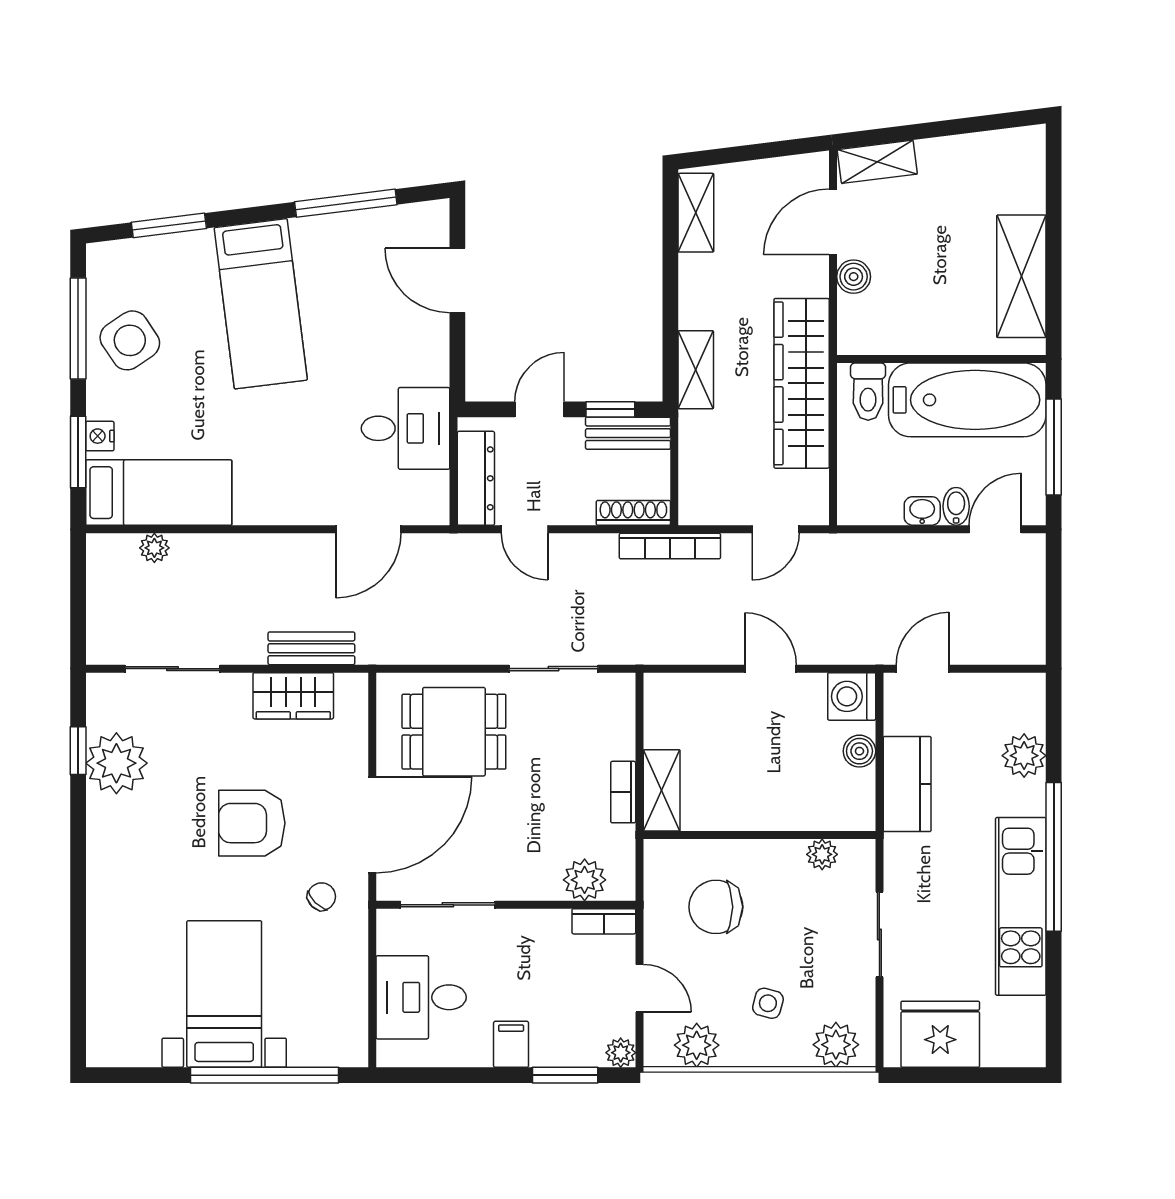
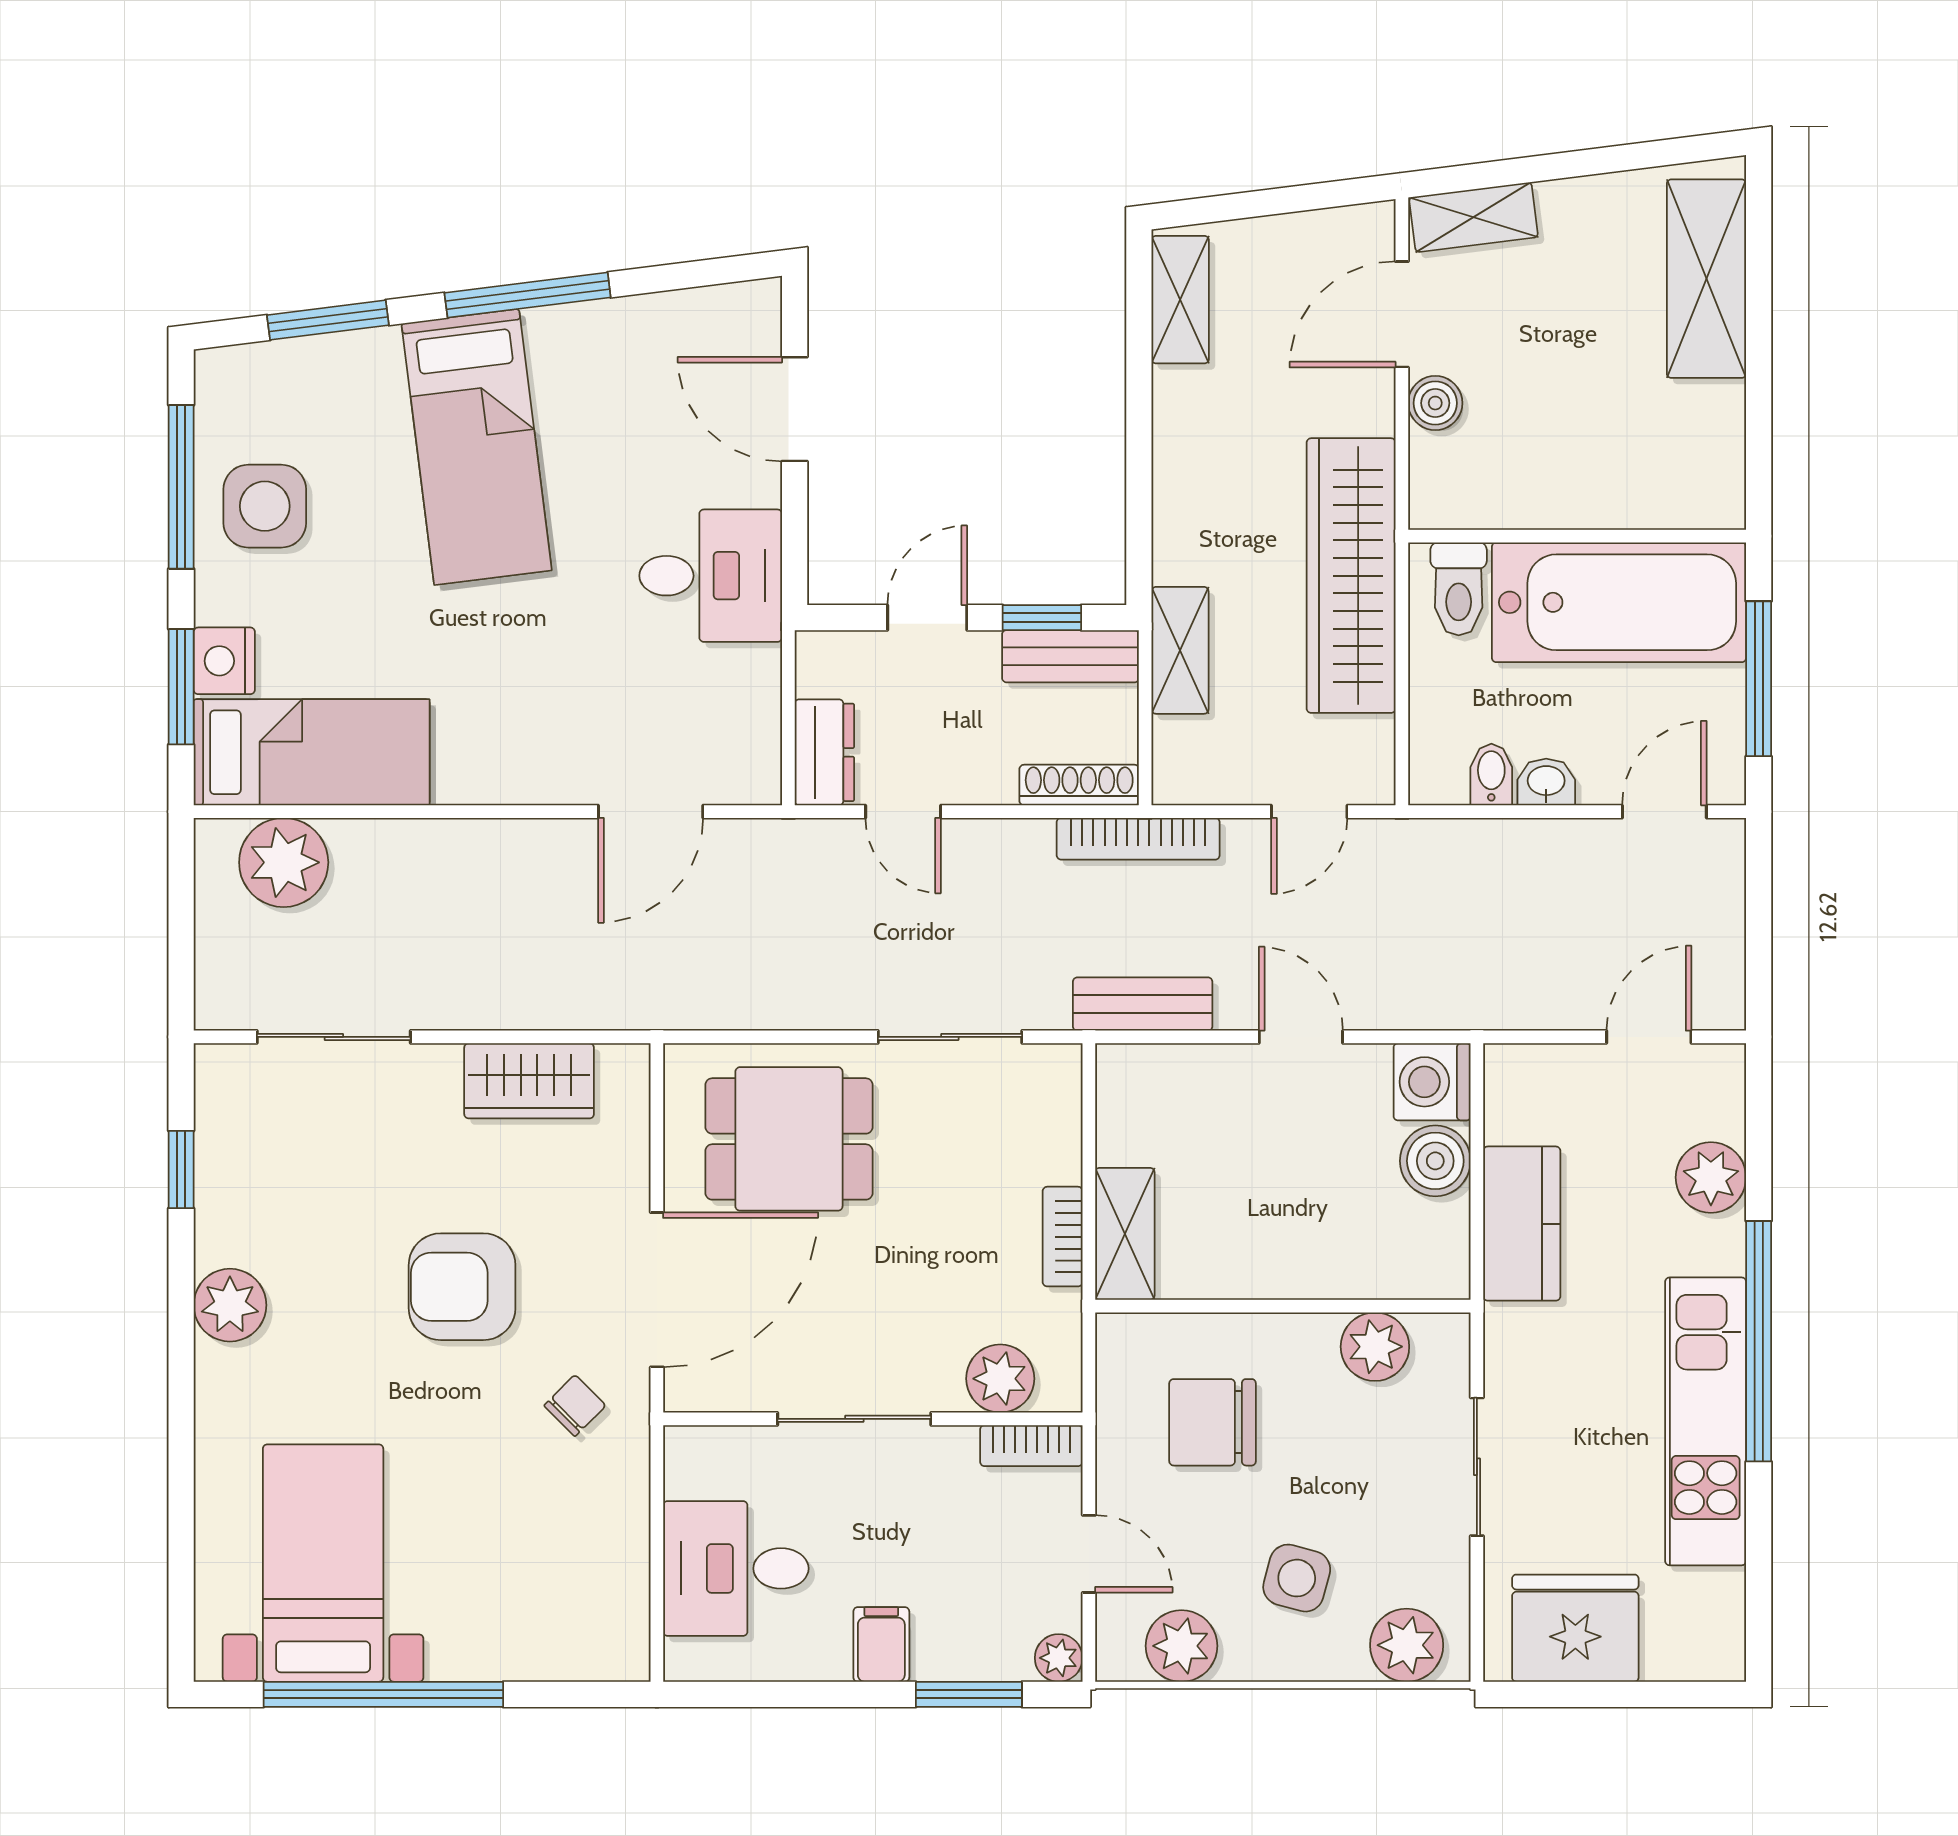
window: (346, 203) -> (528, 295), moved
shelving: (1021, 276) -> (1706, 279), moved
side table: (130, 340) -> (265, 506), turned 34
shelving: (696, 370) -> (1180, 650), moved
desk: (406, 428) -> (711, 576), moved
nightstand: (100, 436) -> (224, 661), width x1.39, depth x1.35
dresser: (476, 478) -> (824, 752), width x0.70
bidet: (956, 506) -> (1491, 775), moved
plant: (154, 548) -> (284, 862), width x1.88, depth x1.88
bench: (311, 648) -> (1143, 1004), moved
door: (923, 669) -> (1649, 1037), moved
boiler: (859, 751) -> (1435, 1161), width x1.36, depth x1.36
plant: (116, 763) -> (230, 1305), moved, width x0.73, depth x0.73
plant: (822, 854) -> (1375, 1347), width x1.38, depth x1.38
sliding door: (448, 905) -> (854, 1419), moved
bed with nightstands: (224, 994) -> (323, 1563), moved
side table: (768, 1003) -> (1297, 1578), width x1.37, depth x1.37
window: (264, 1075) -> (383, 1694), moved

